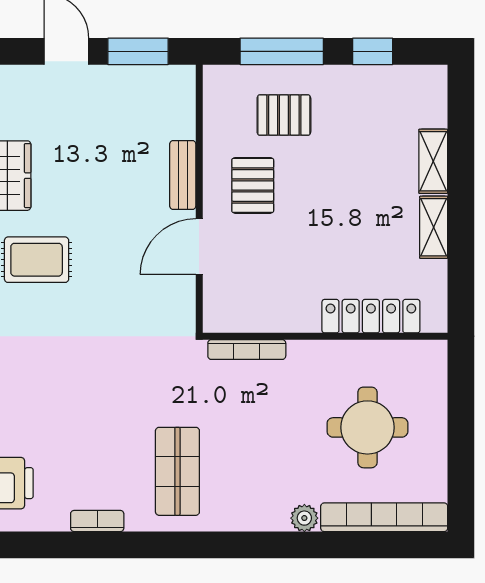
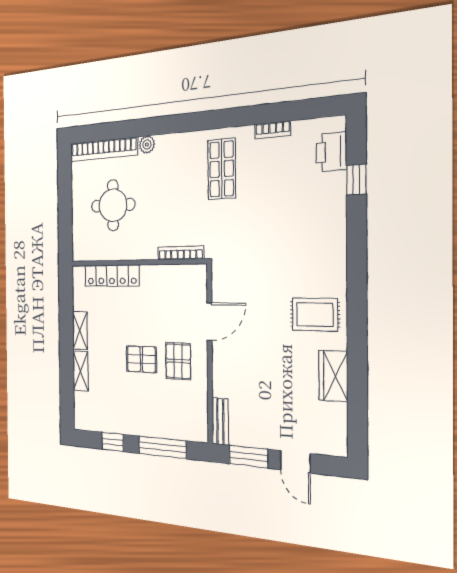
pallet: (284, 115) -> (141, 359), moved
bench: (183, 175) -> (220, 421), moved

